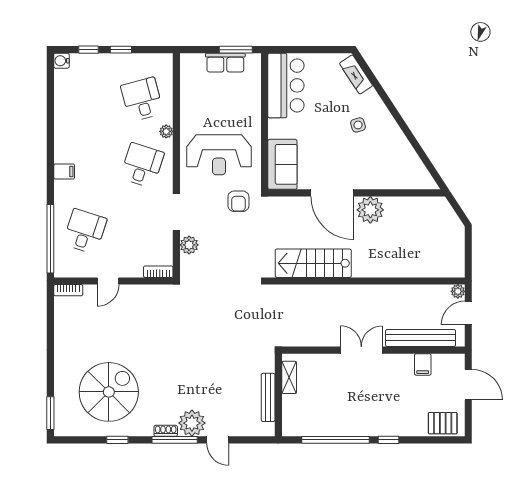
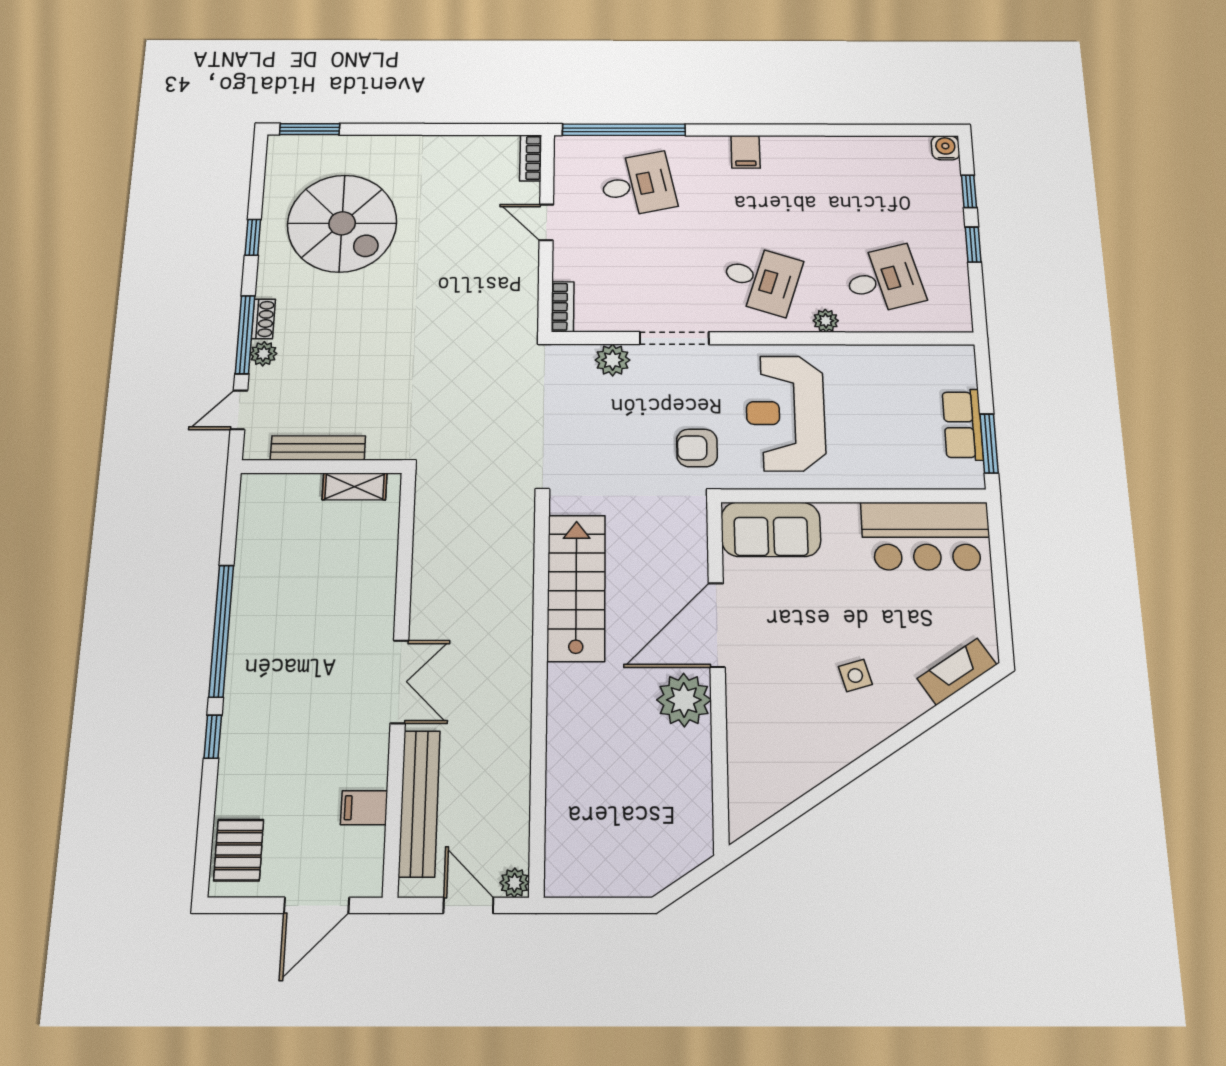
desk: (85, 231) -> (638, 185), turned -30
shelving: (289, 377) -> (355, 486), moved
wall: (278, 395) -> (322, 467), moved
bench: (268, 397) -> (318, 448), moved
plant: (192, 423) -> (263, 354), width x0.53, depth x0.53

